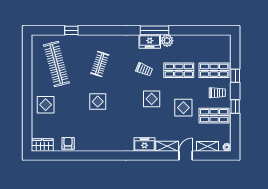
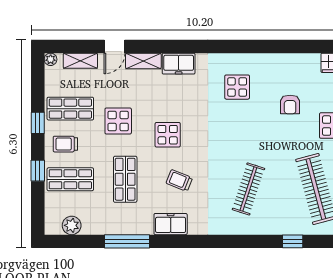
window: (154, 30) -> (127, 241), moved
plant: (167, 41) -> (72, 225), moved
clothes rail: (100, 64) -> (248, 189), width x1.36
shop shelf: (179, 70) -> (125, 179), turned 90
display table: (98, 102) -> (237, 87), moved
armchair: (68, 143) -> (290, 105), moved

